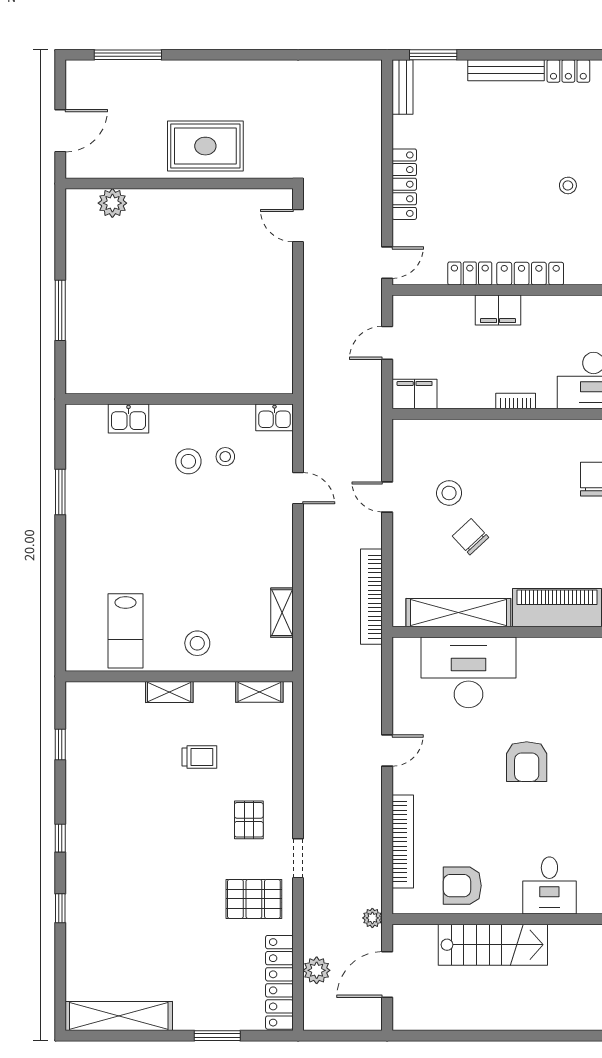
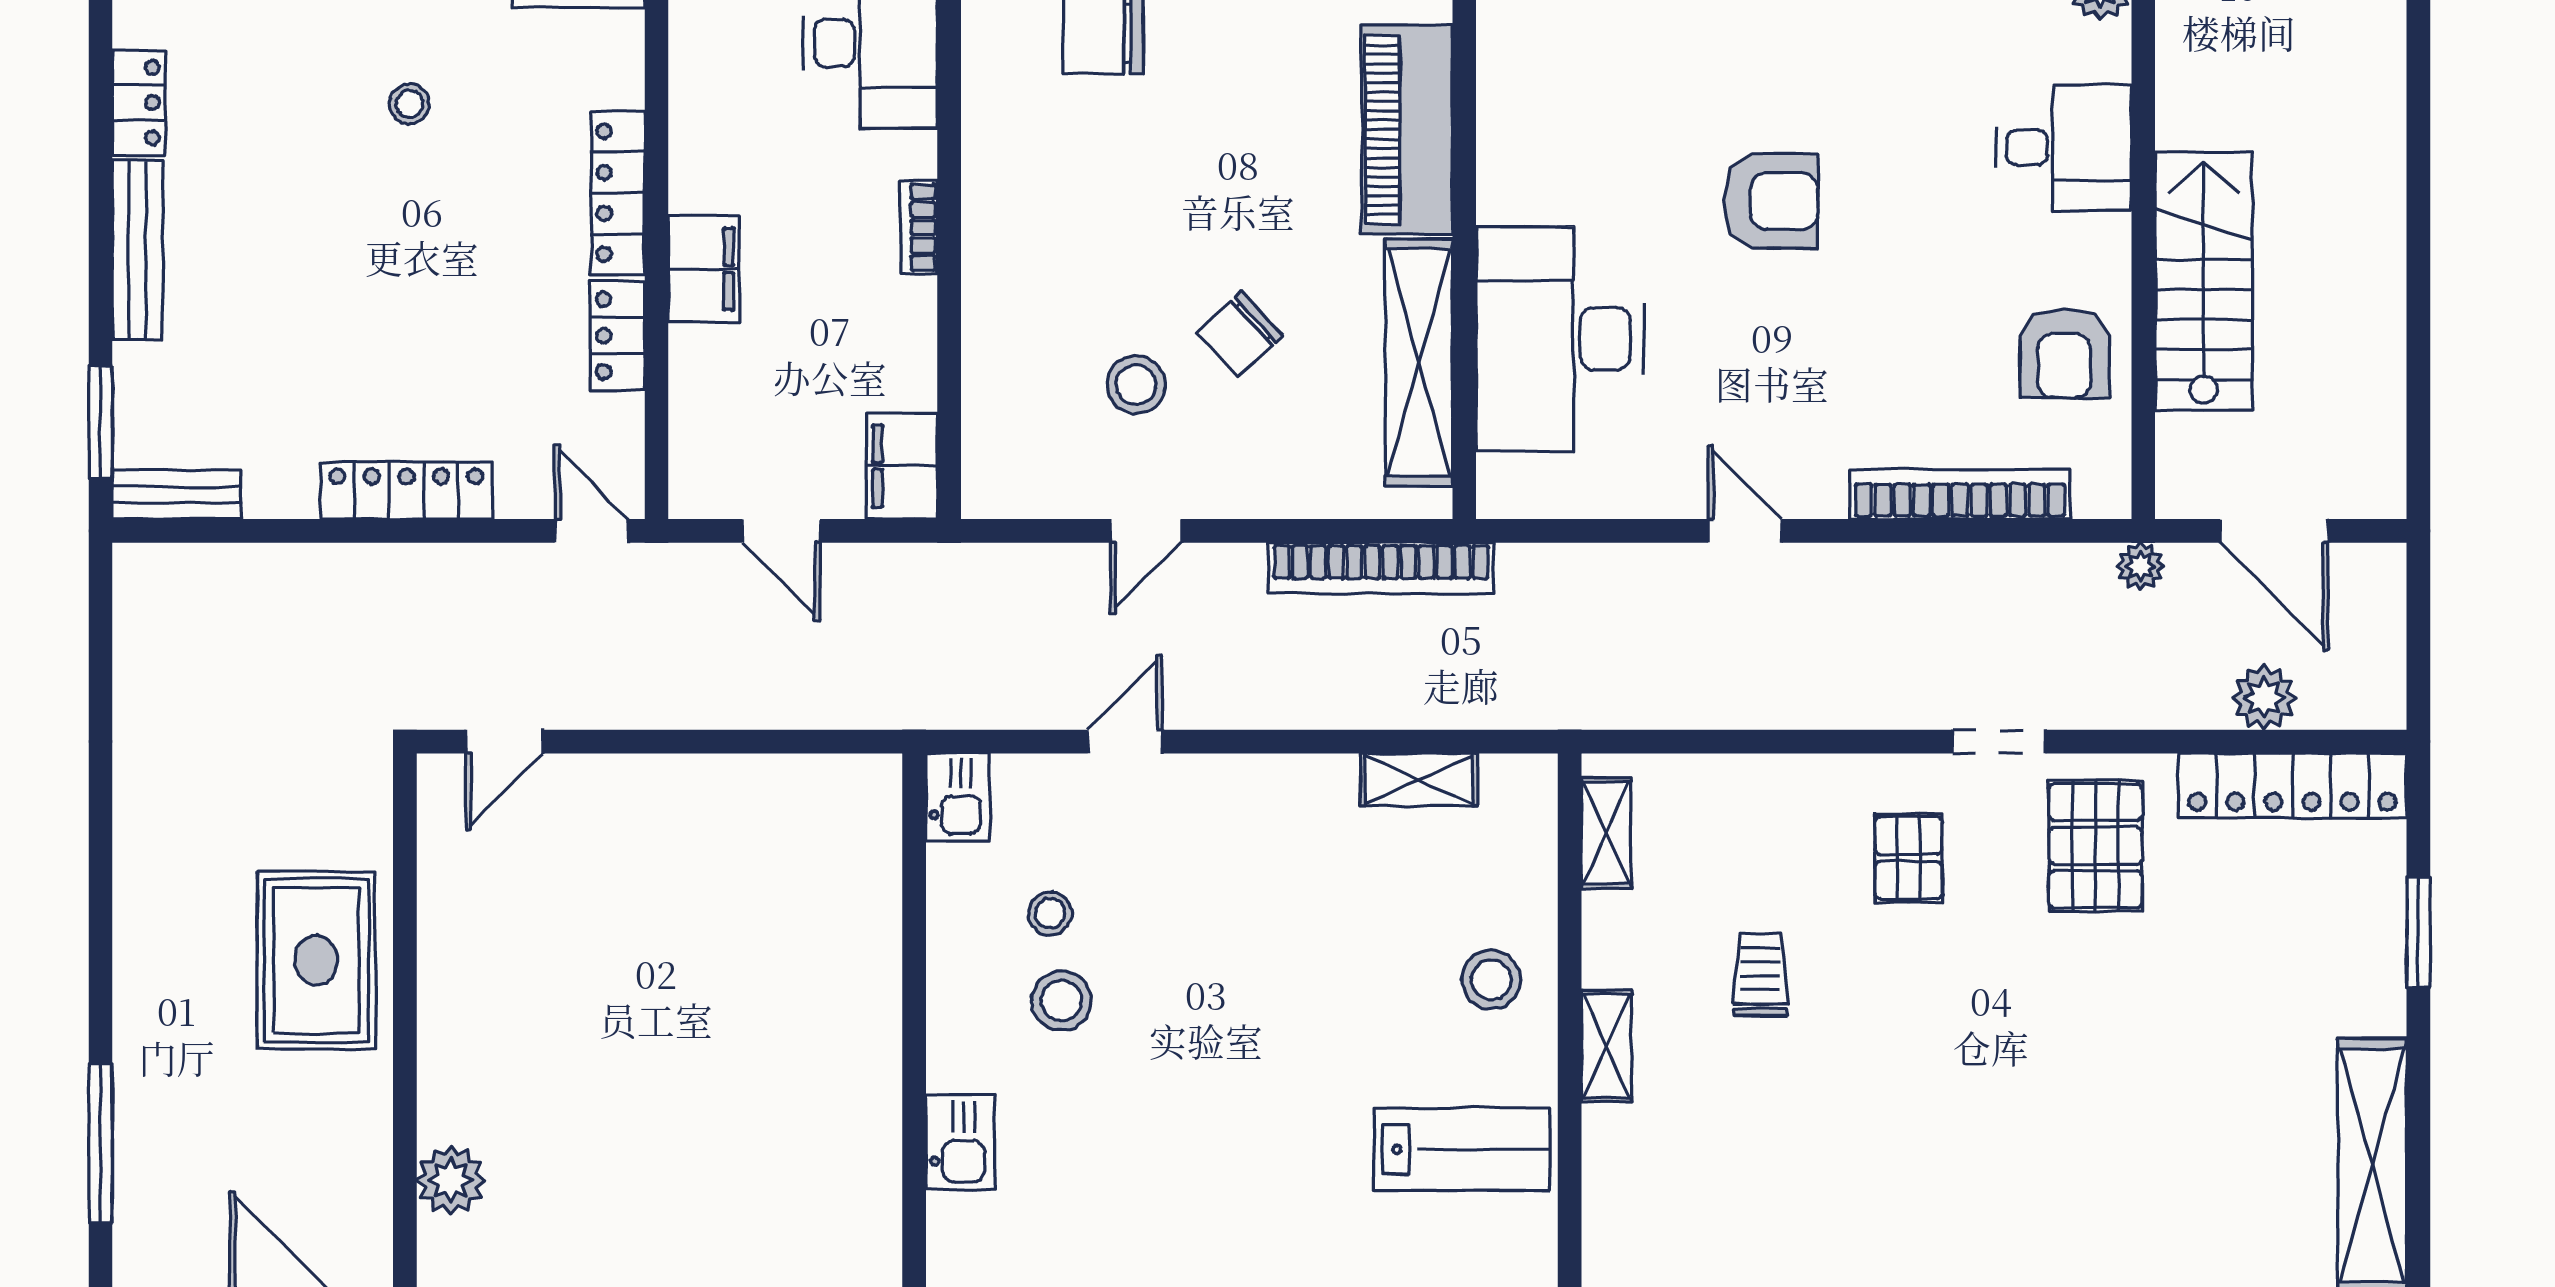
pallet: (249, 820) -> (1909, 858), turned 90

